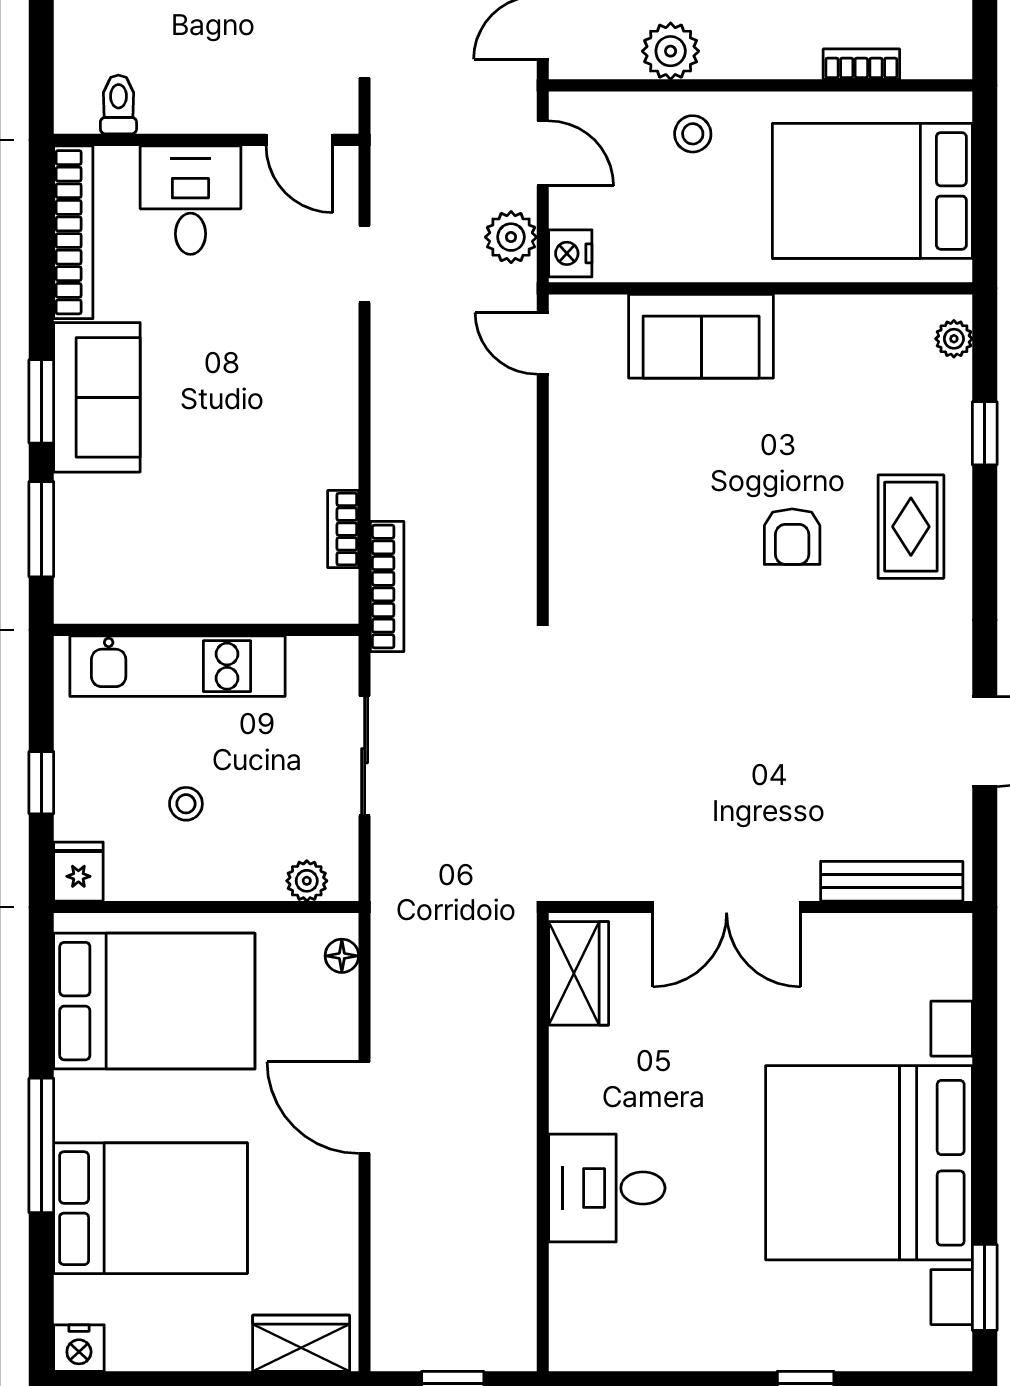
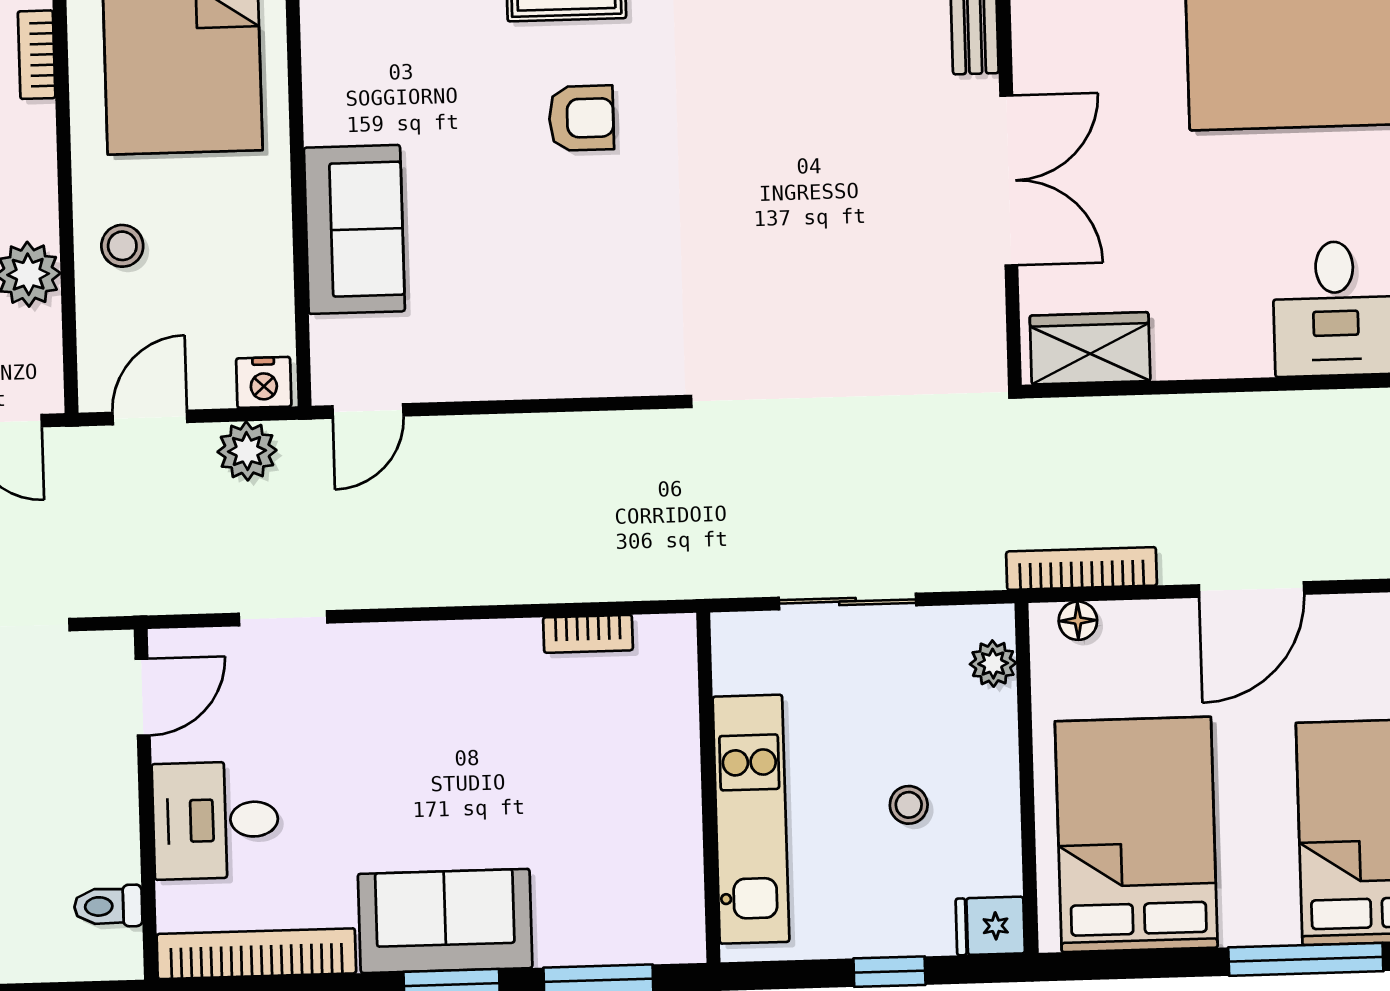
bookcase: (387, 587) -> (1082, 569), moved

